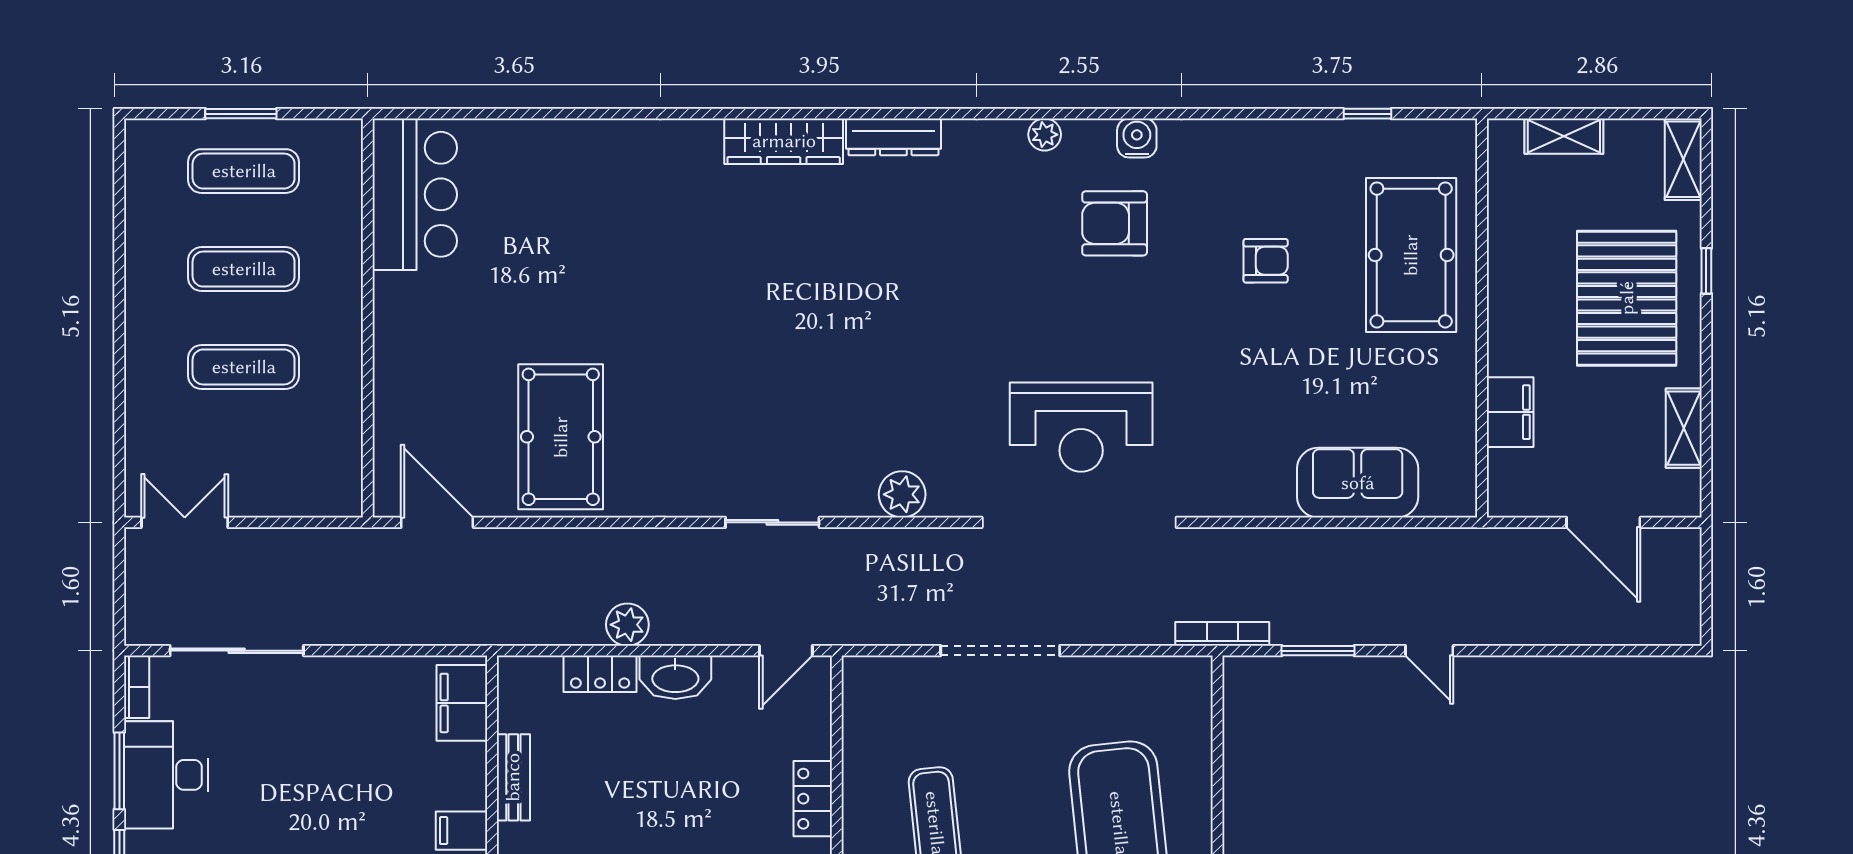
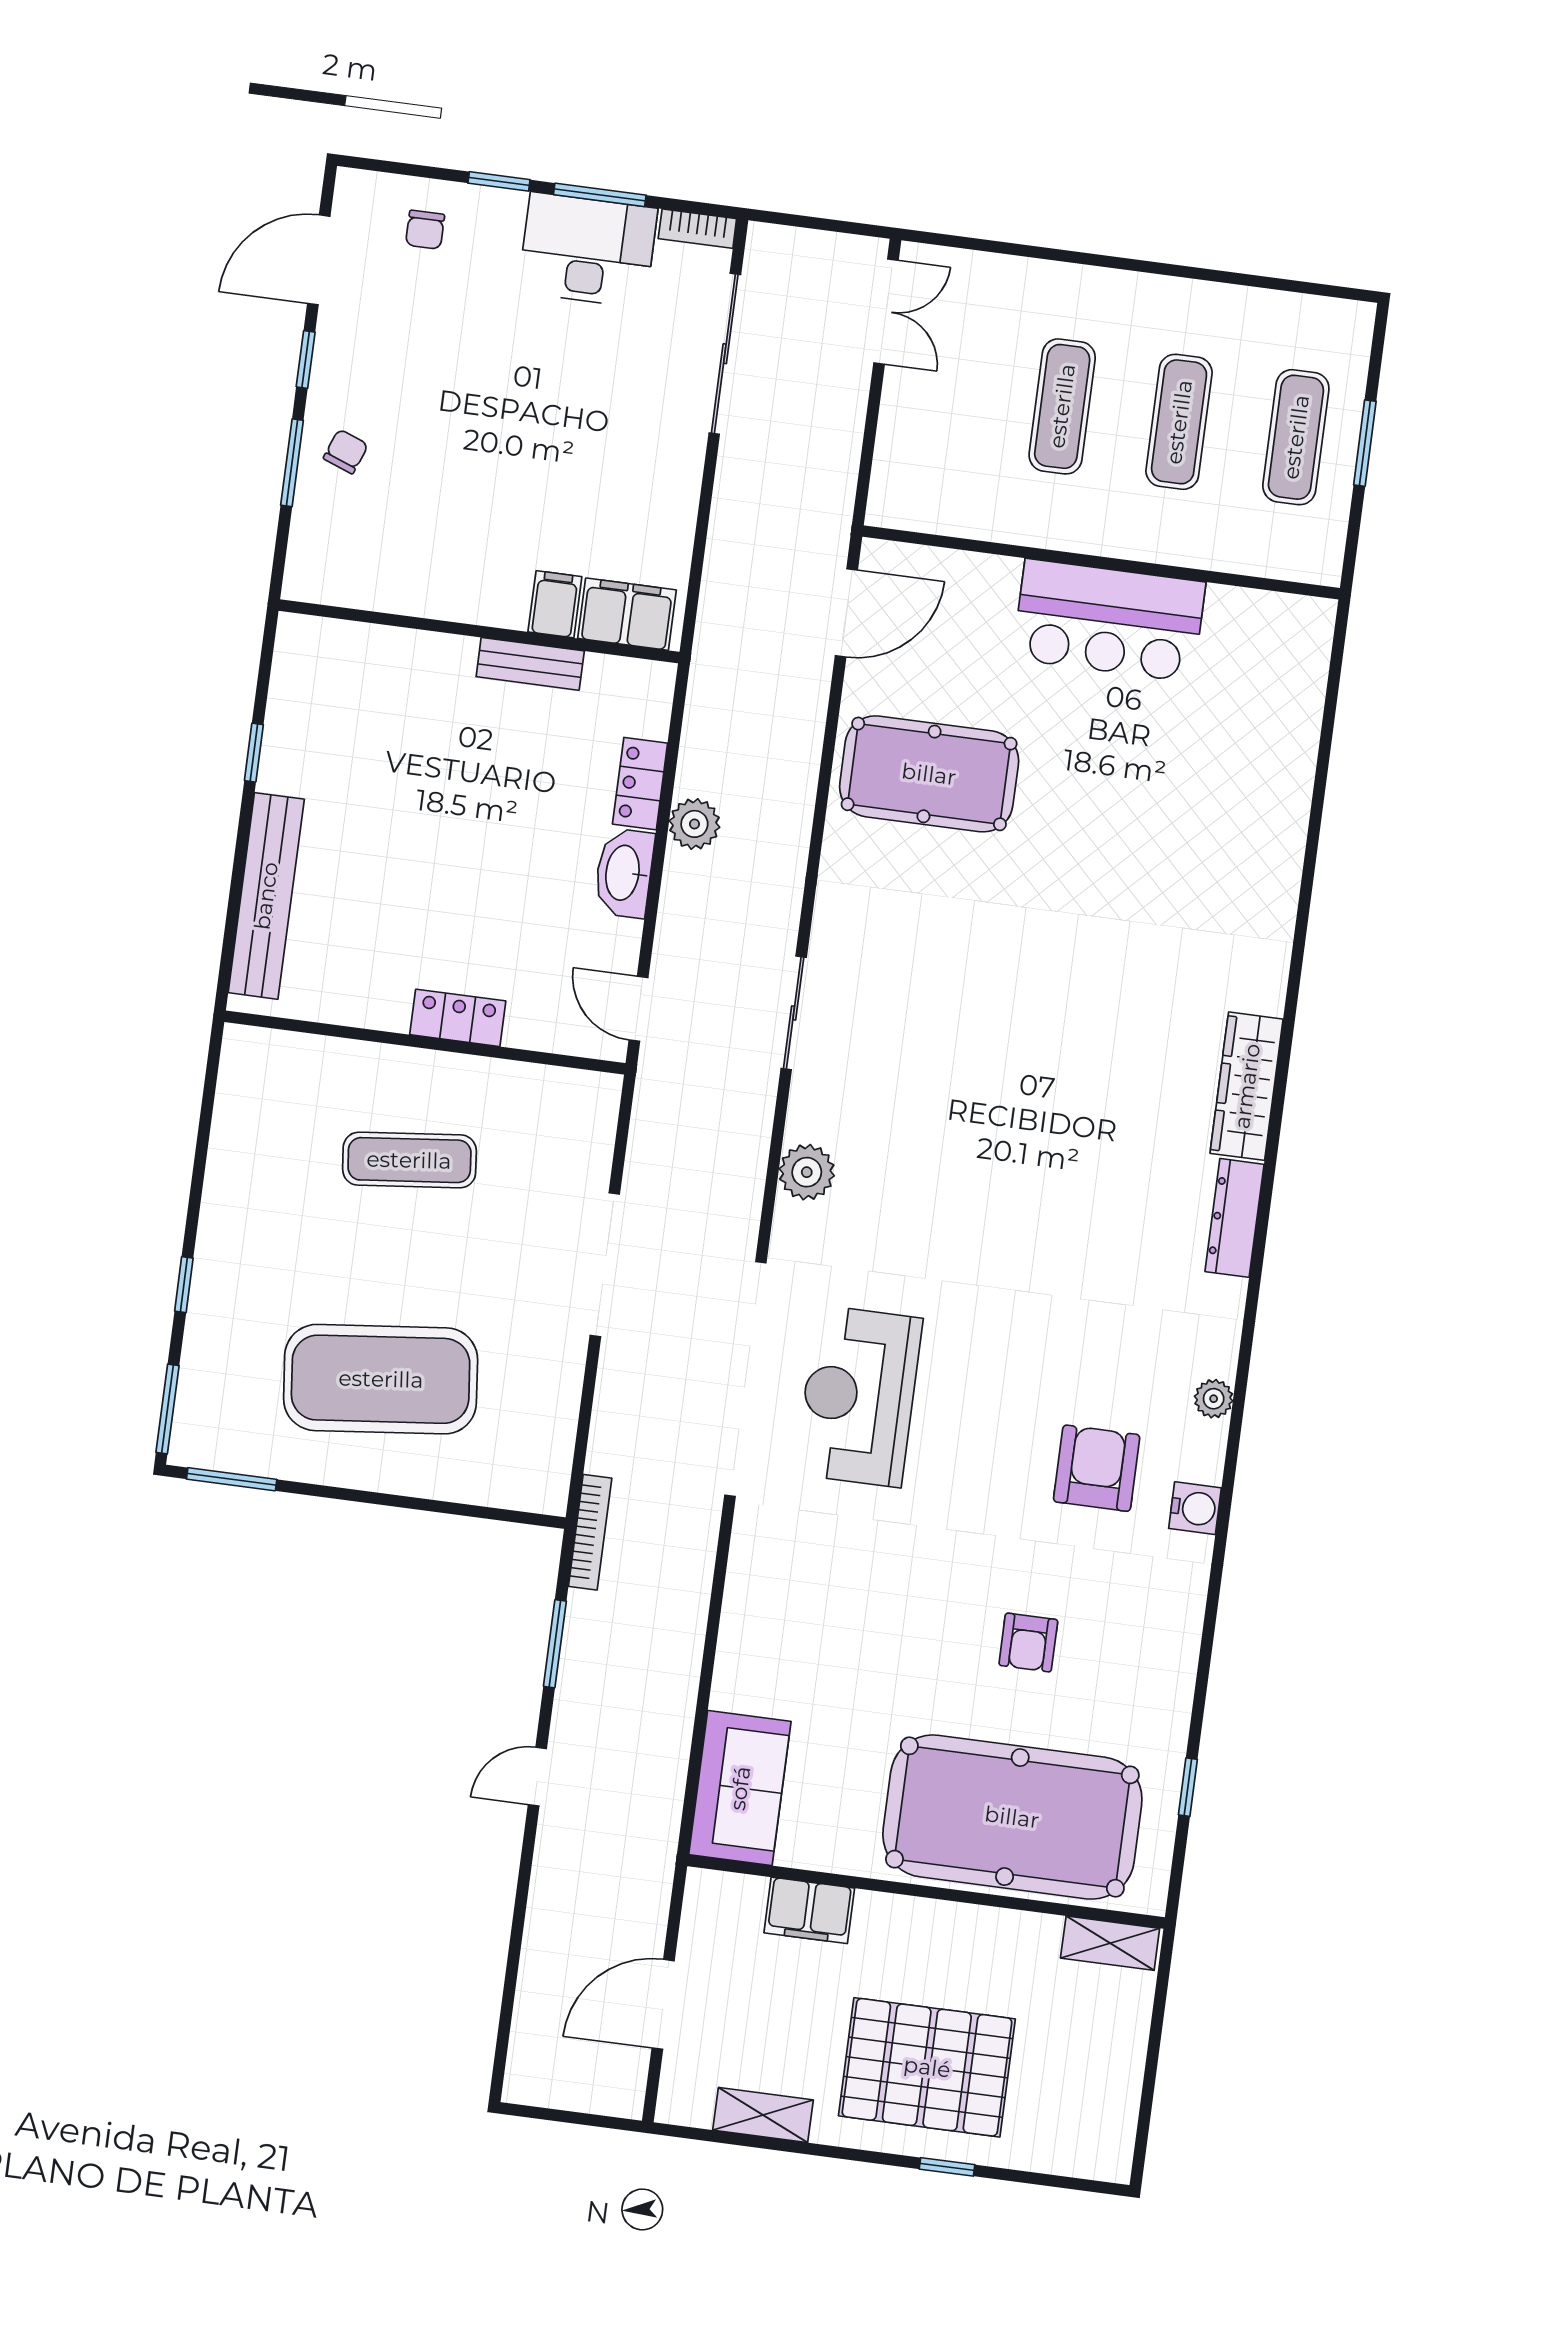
shelving: (1564, 136) -> (1110, 1943), moved, turned 90
shelving: (1683, 159) -> (1084, 2157), removed
bar counter: (415, 194) -> (1109, 620), moved
pool table: (1411, 255) -> (1012, 1817), width x1.36, depth x1.32
sofa: (1358, 483) -> (740, 1788), moved
filing cabinet: (462, 831) -> (555, 604), moved

